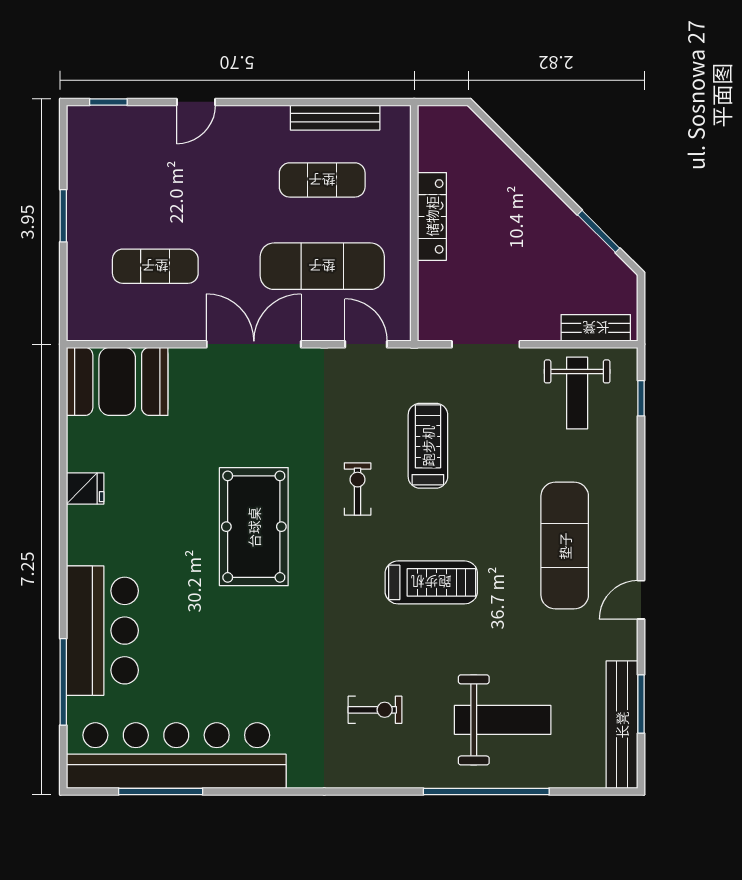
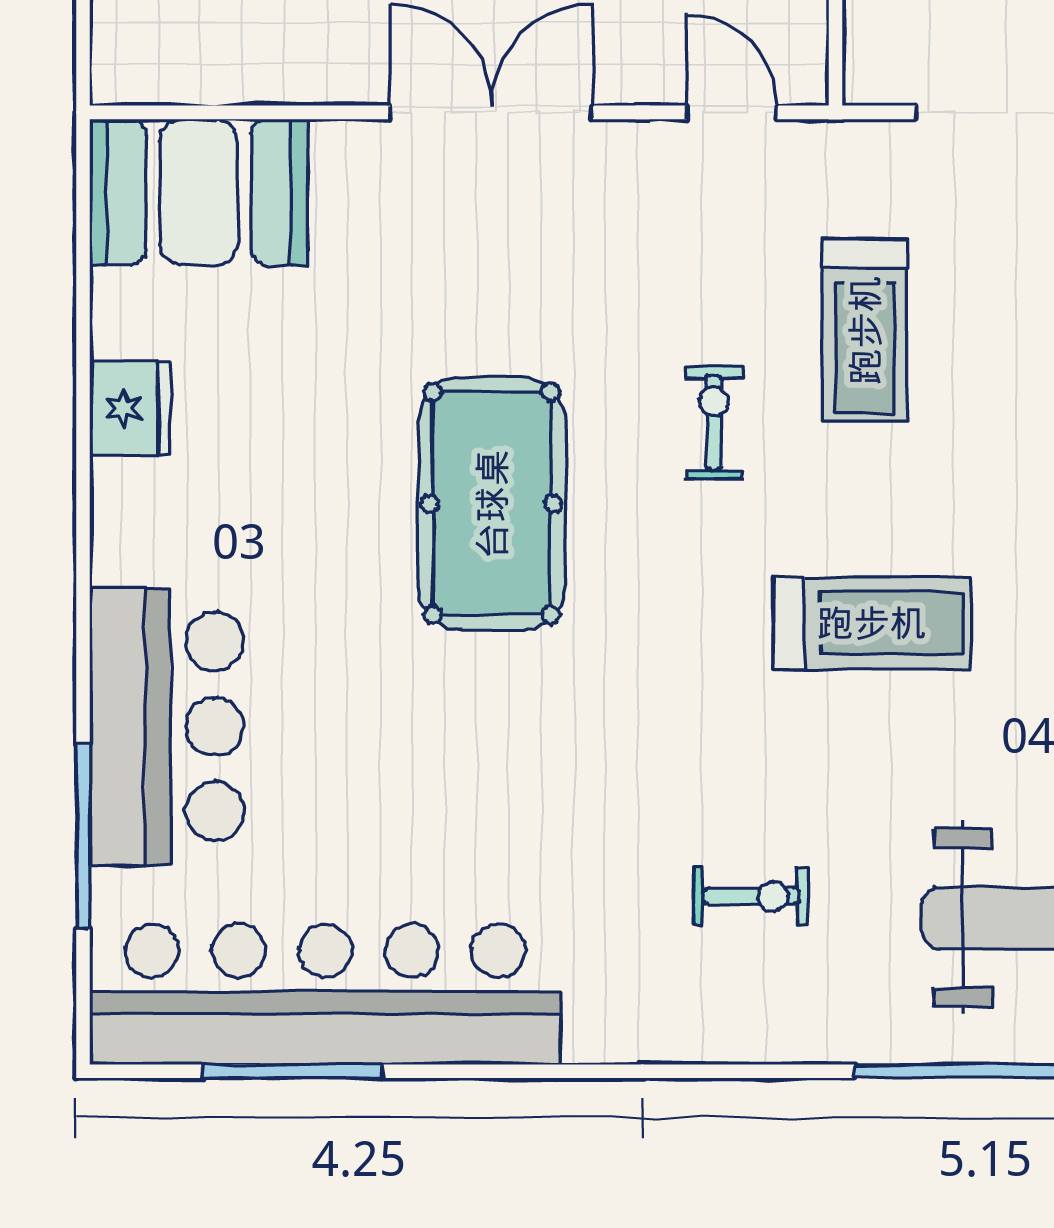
treadmill: (428, 446) -> (865, 330), turned 180
fridge: (85, 488) -> (130, 409), width x1.38

